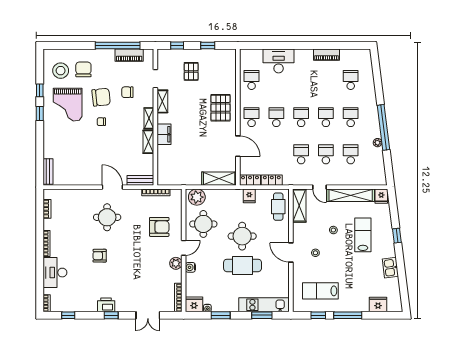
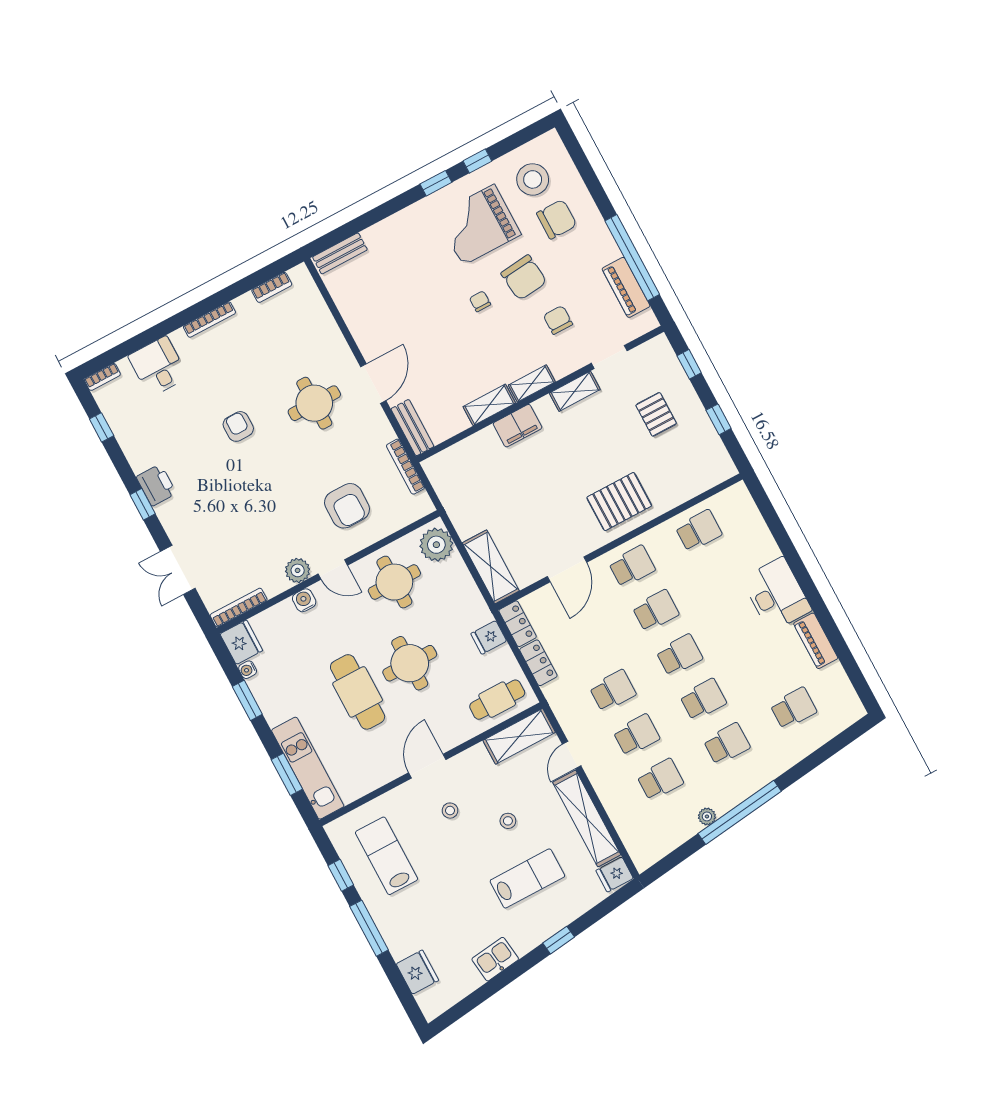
desk: (279, 61) -> (776, 594), moved
pallet: (191, 71) -> (656, 414), turned 90
desk: (55, 273) -> (158, 366), width x0.73

